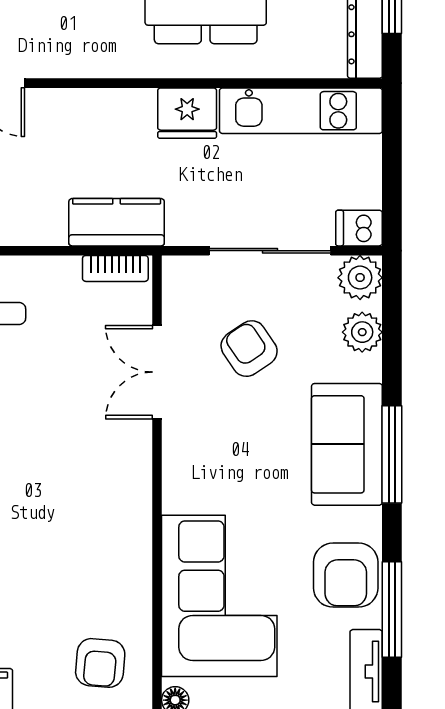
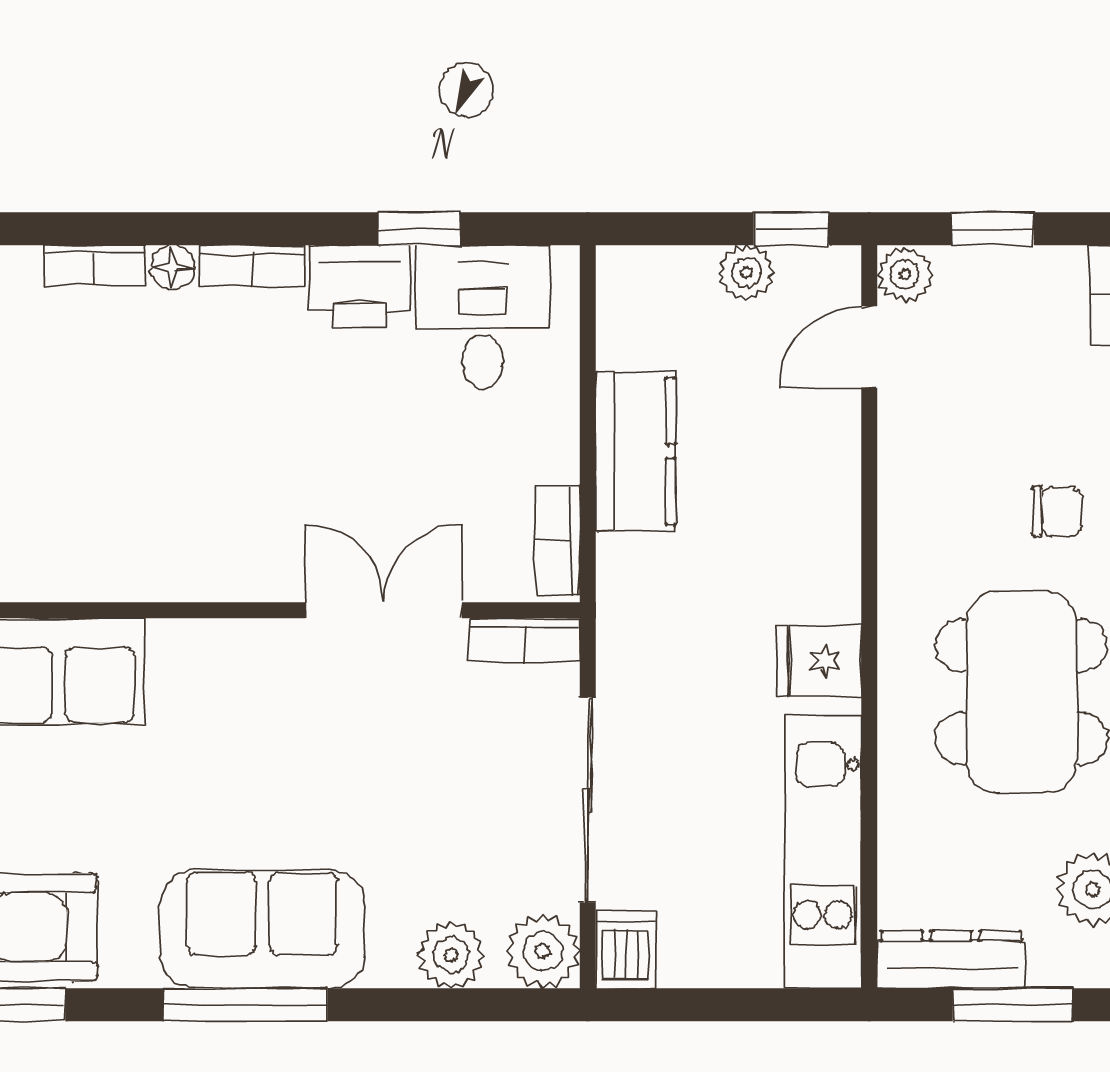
fridge: (187, 113) -> (819, 661), width x0.72
kitchen counter: (117, 222) -> (636, 451), moved
bookcase: (175, 288) -> (525, 640), added
armchair: (249, 349) -> (423, 765), removed

